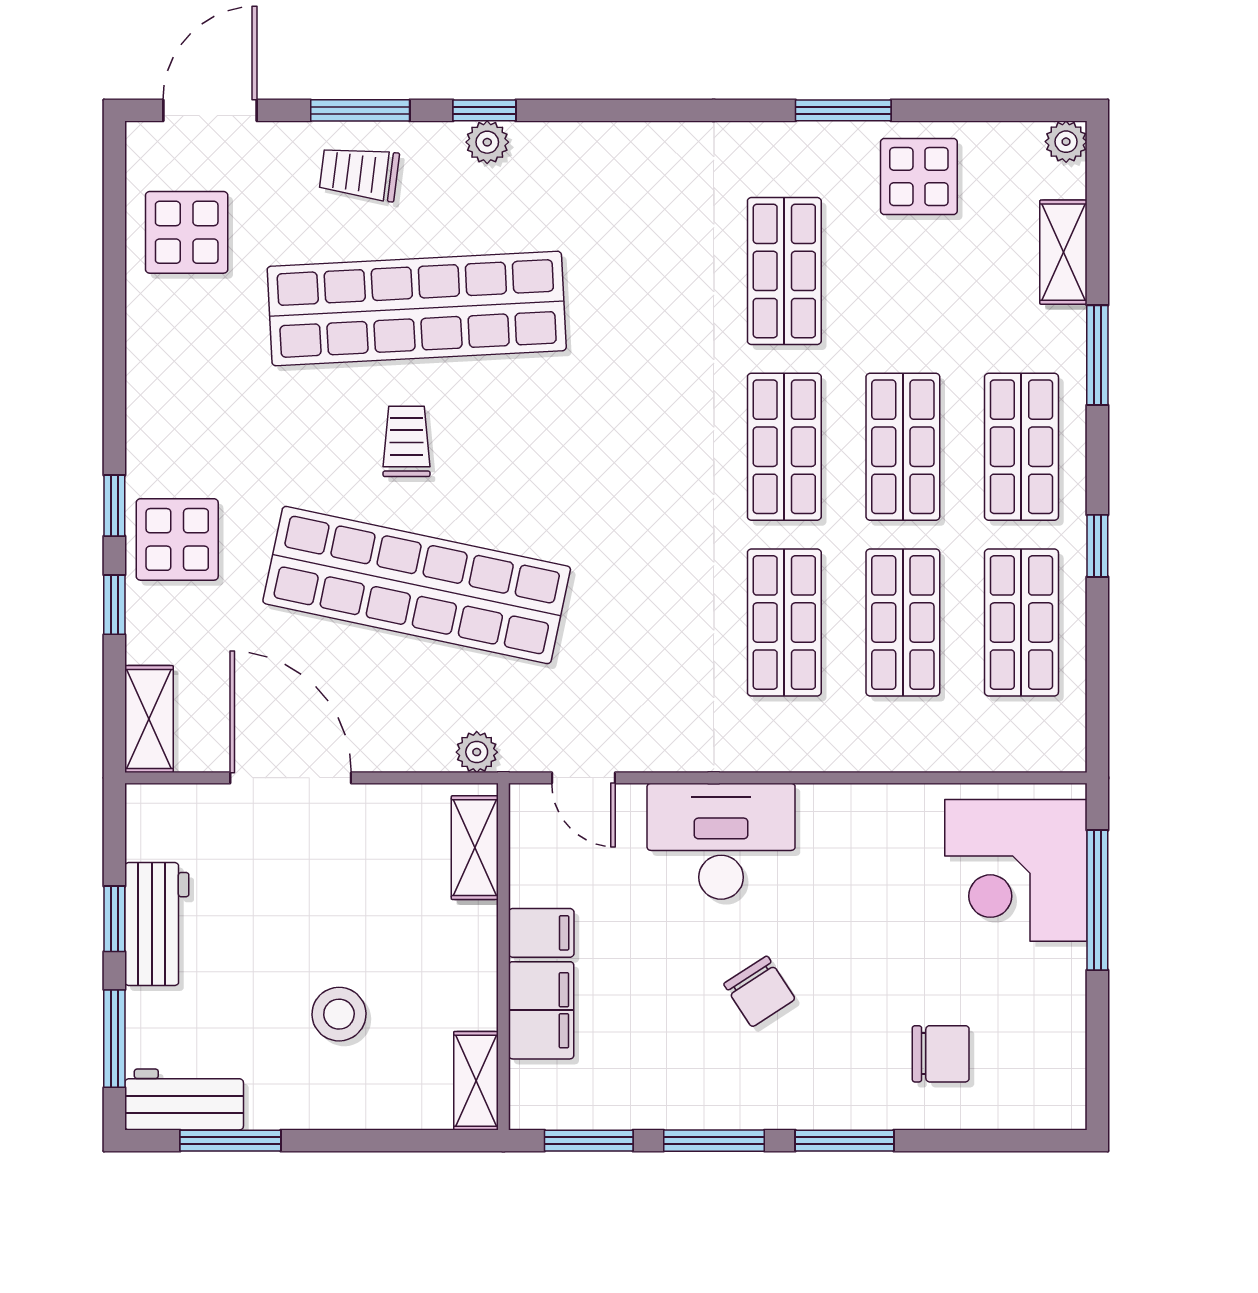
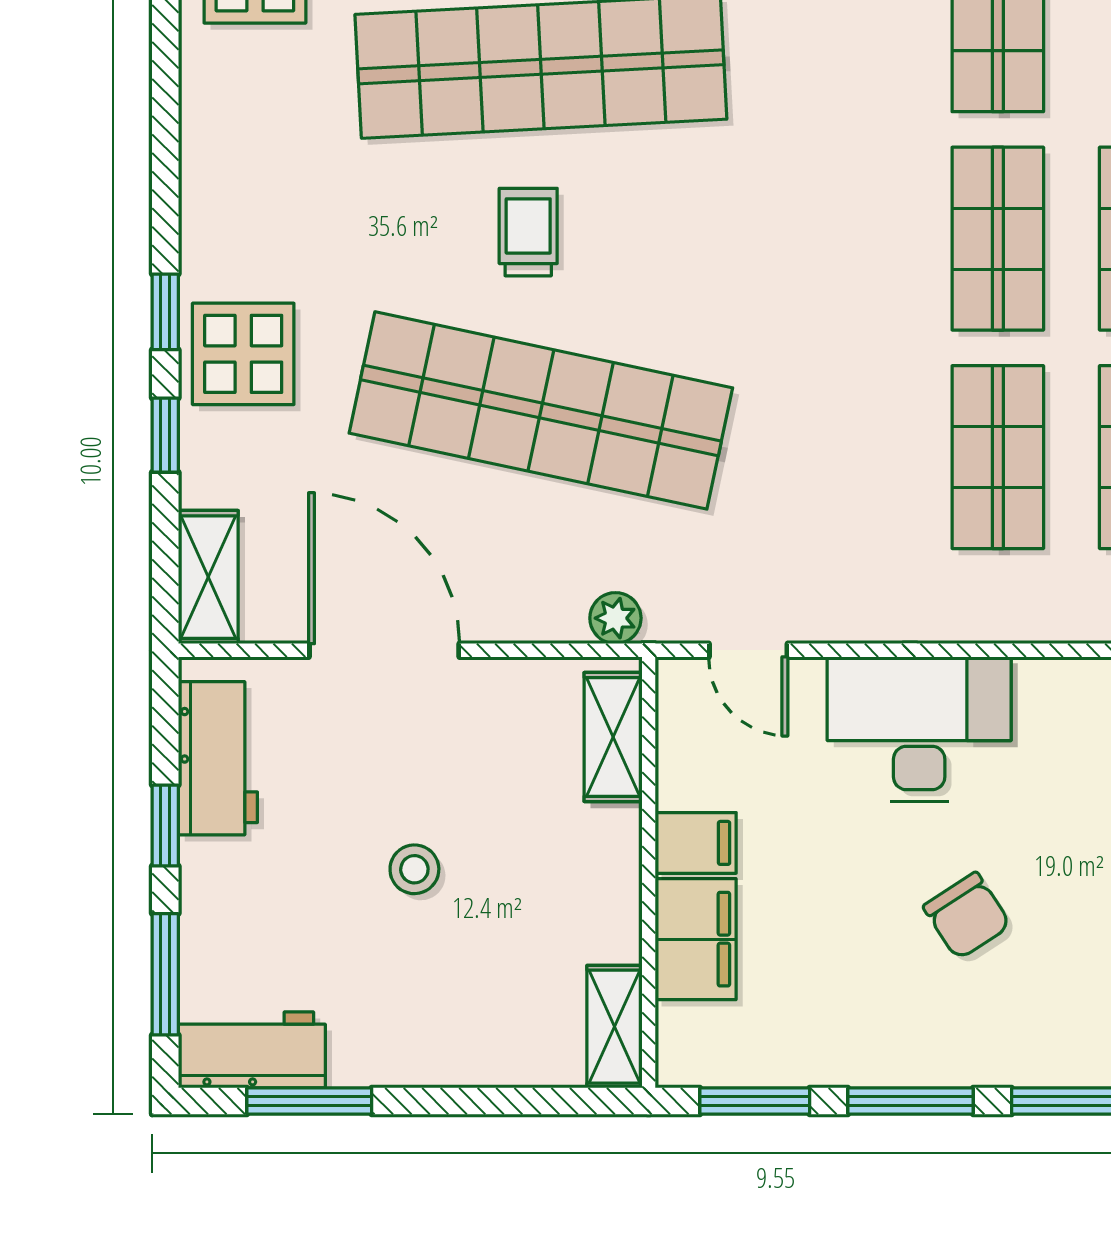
workbench: (157, 924) -> (218, 758), moved
stool: (339, 1014) -> (414, 869), moved, width x0.73, depth x0.73

